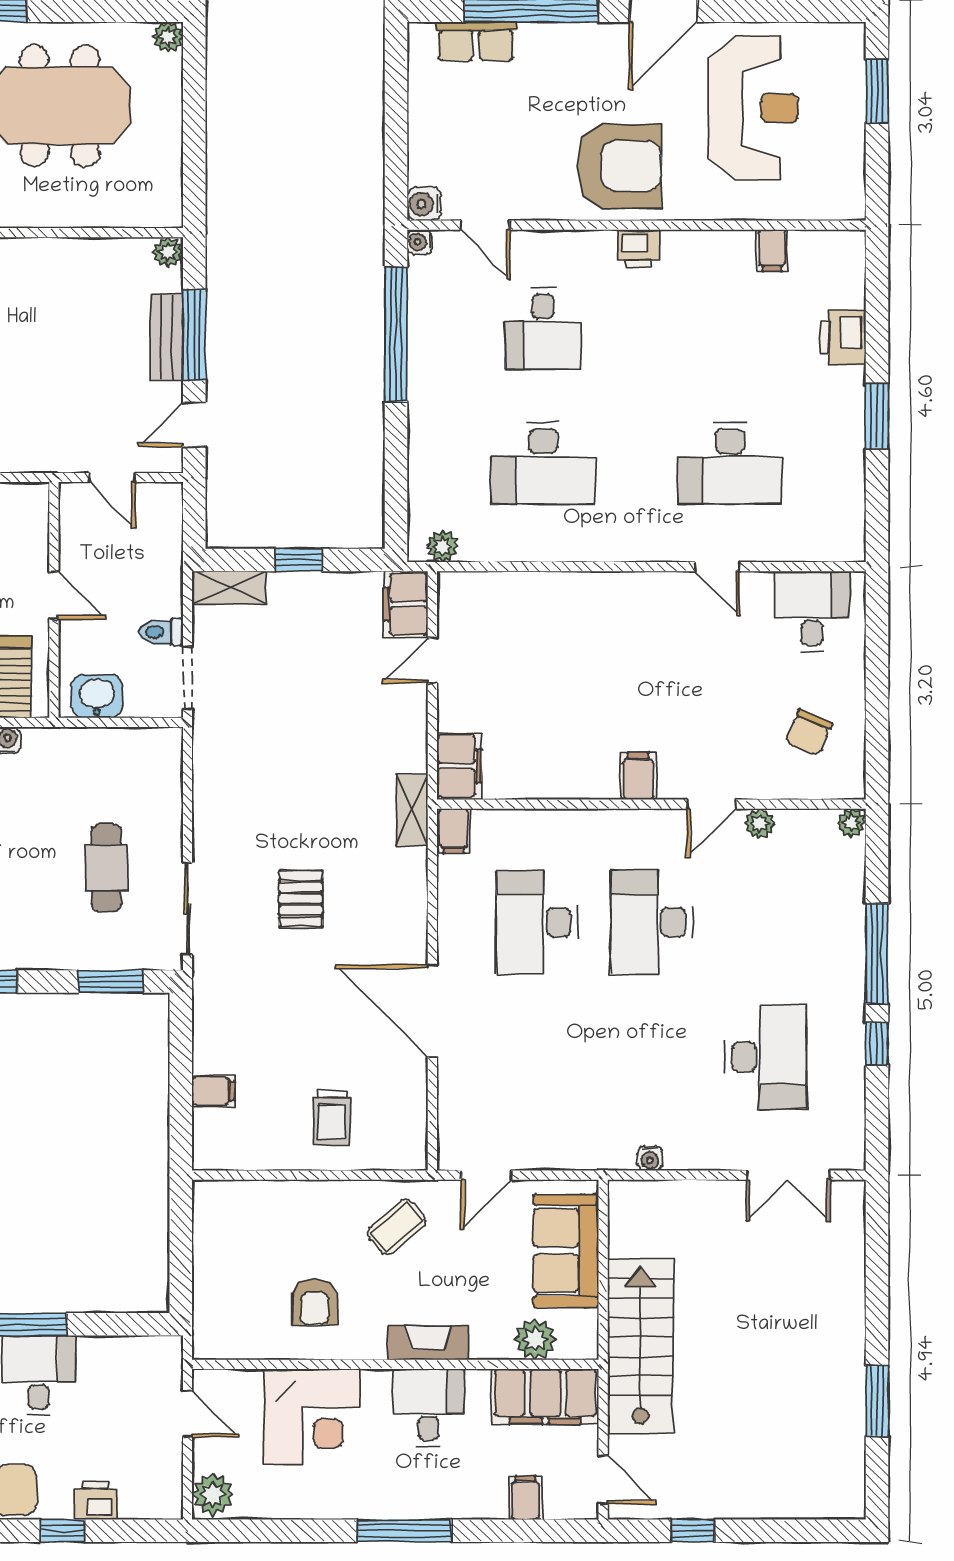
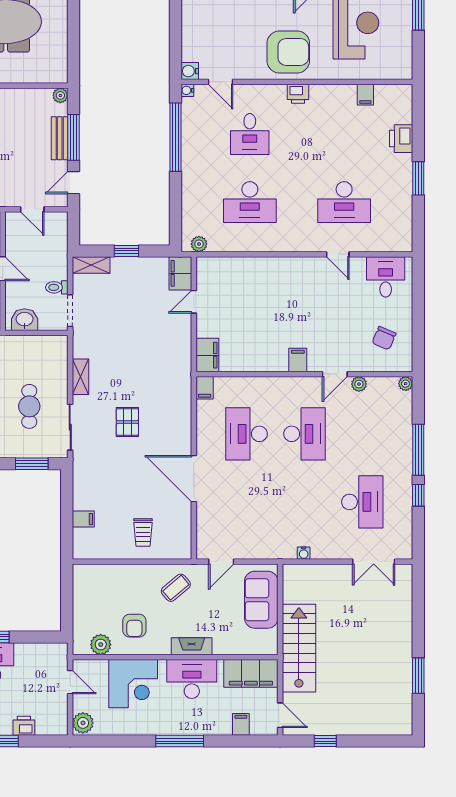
shelving: (412, 810) -> (80, 377), moved
desk: (651, 922) -> (304, 434), turned 180
plant: (535, 1339) -> (101, 645), moved
desk: (428, 1408) -> (192, 679), width x1.37

